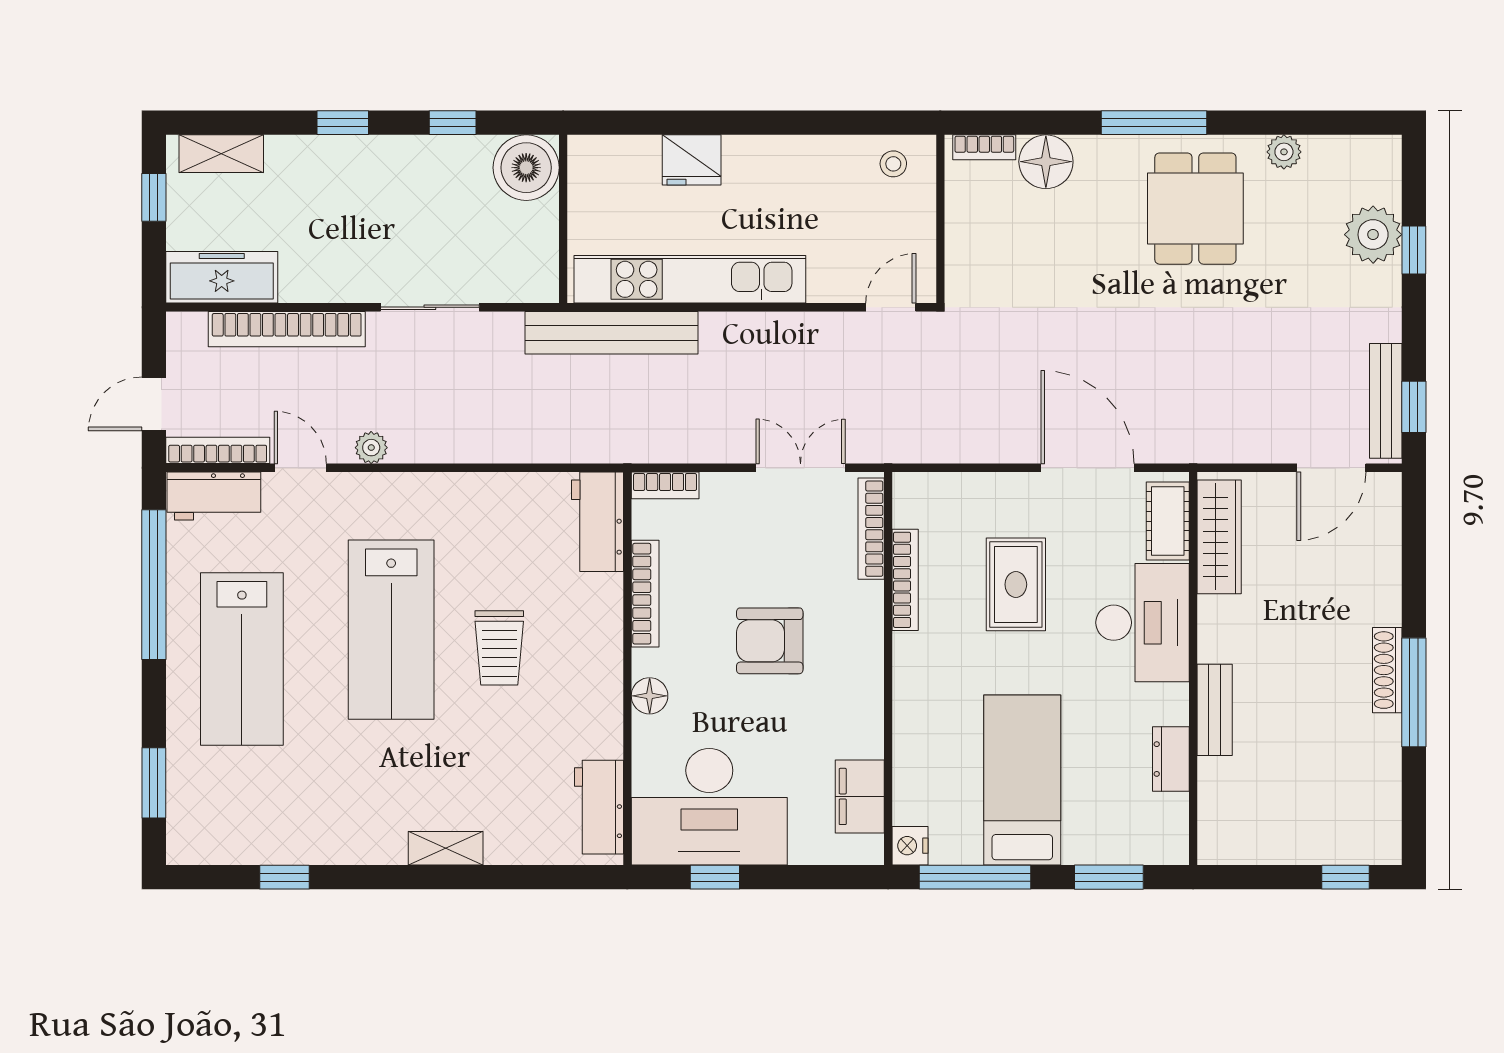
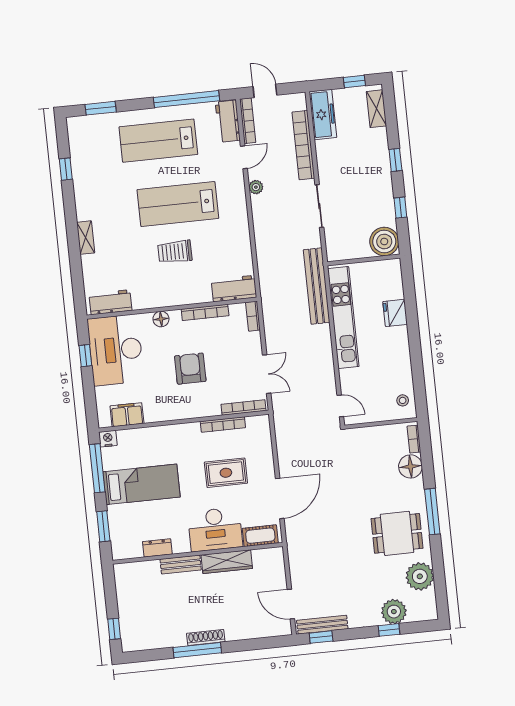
plant: (1284, 152) -> (420, 576), width x1.88, depth x1.88
wardrobe: (1219, 537) -> (227, 562), moved

